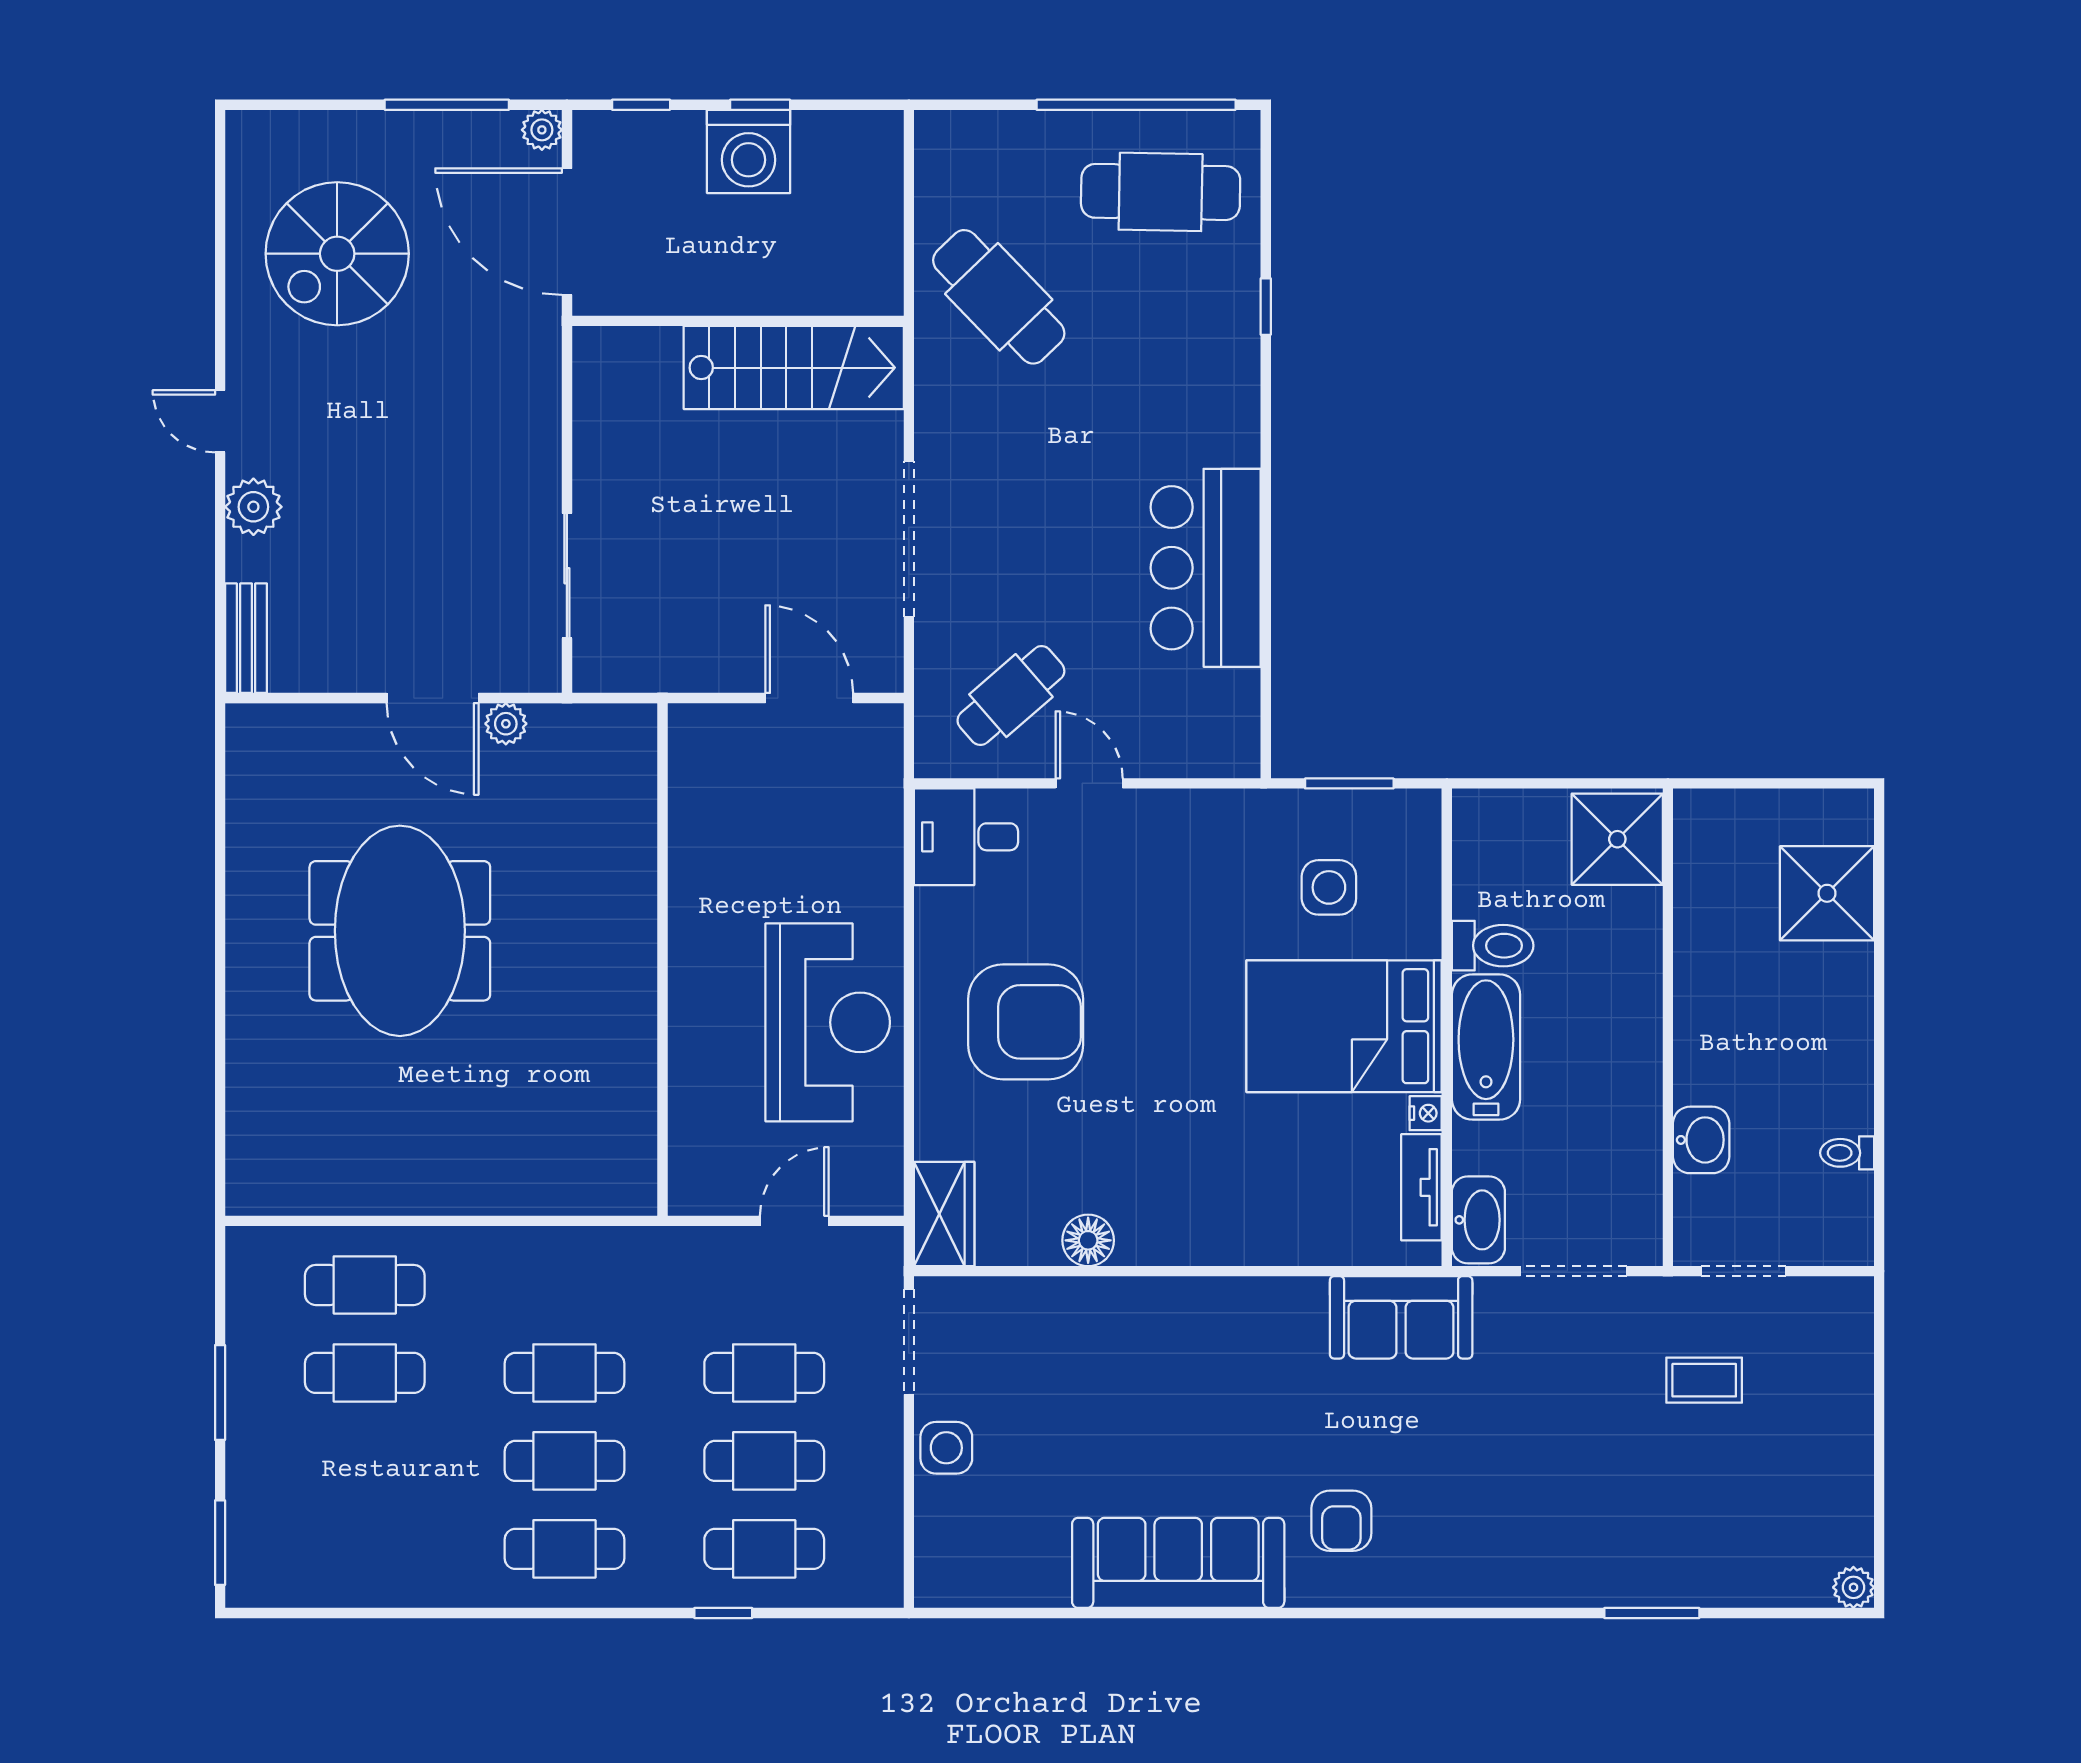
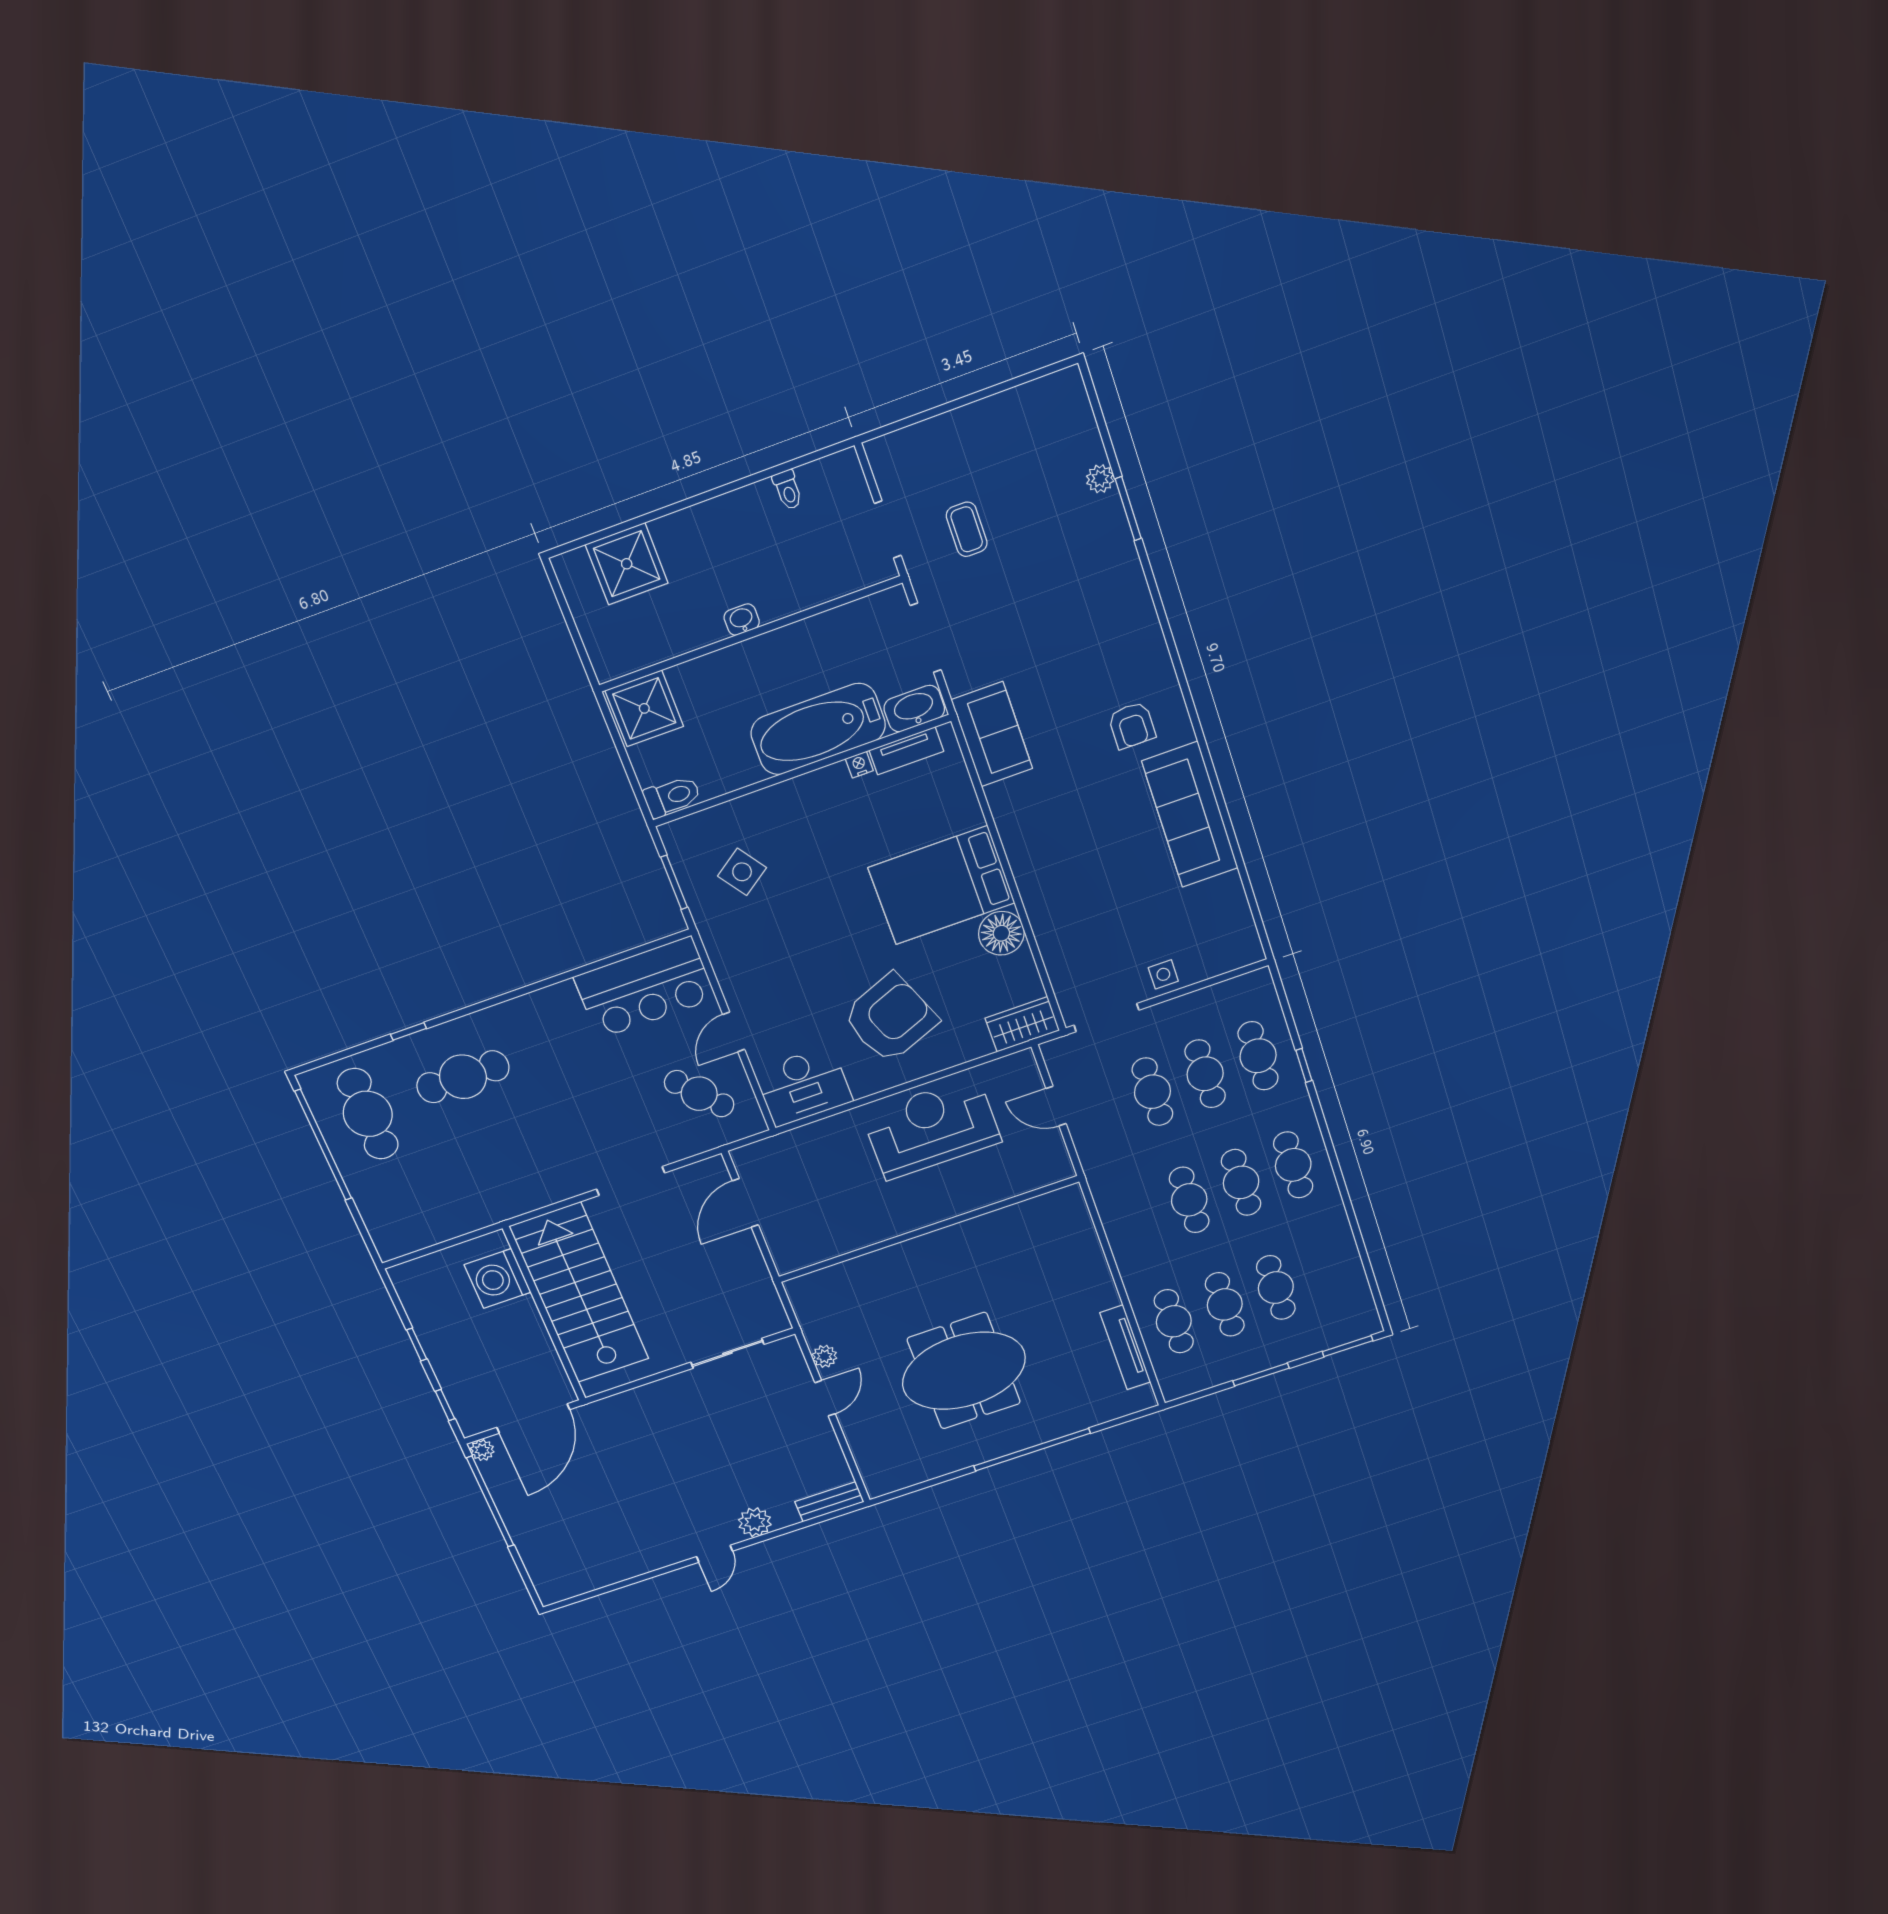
window: (447, 105) -> (490, 1502), width x1.46
washing machine: (749, 151) -> (498, 1278), moved, turned 180
spiral stairs: (337, 254) -> (597, 1528), removed
cafe table: (999, 297) -> (463, 1077), moved, turned 44
stairs: (794, 368) -> (579, 1293), width x1.36, depth x1.51
doorway: (909, 539) -> (631, 1181), width x0.73
bar counter: (1206, 568) -> (645, 988), moved
door: (433, 698) -> (825, 1398), width x0.73
desk: (966, 837) -> (803, 1086), width x1.37
side table: (1329, 887) -> (742, 872), turned -35
toilet: (1493, 946) -> (672, 797), moved, turned 90
window: (220, 991) -> (1032, 1450), added
armchair: (1026, 1022) -> (890, 1018), turned 68
bed: (1344, 1026) -> (942, 885), moved, turned 90
bathtub: (1486, 1047) -> (818, 729), width x1.36, depth x1.36
washbasin: (1701, 1140) -> (742, 620), moved, width x0.72, depth x0.69
tv unit: (347, 1195) -> (1125, 1347), added
floor lamp: (1088, 1240) -> (1001, 933), width x1.38, depth x1.38
side table: (946, 1448) -> (1163, 974), width x0.73, depth x0.73
cafe table: (365, 1461) -> (1276, 1288), added
armchair: (1341, 1521) -> (1132, 725), turned 90
plant: (1853, 1587) -> (1100, 479), moved

